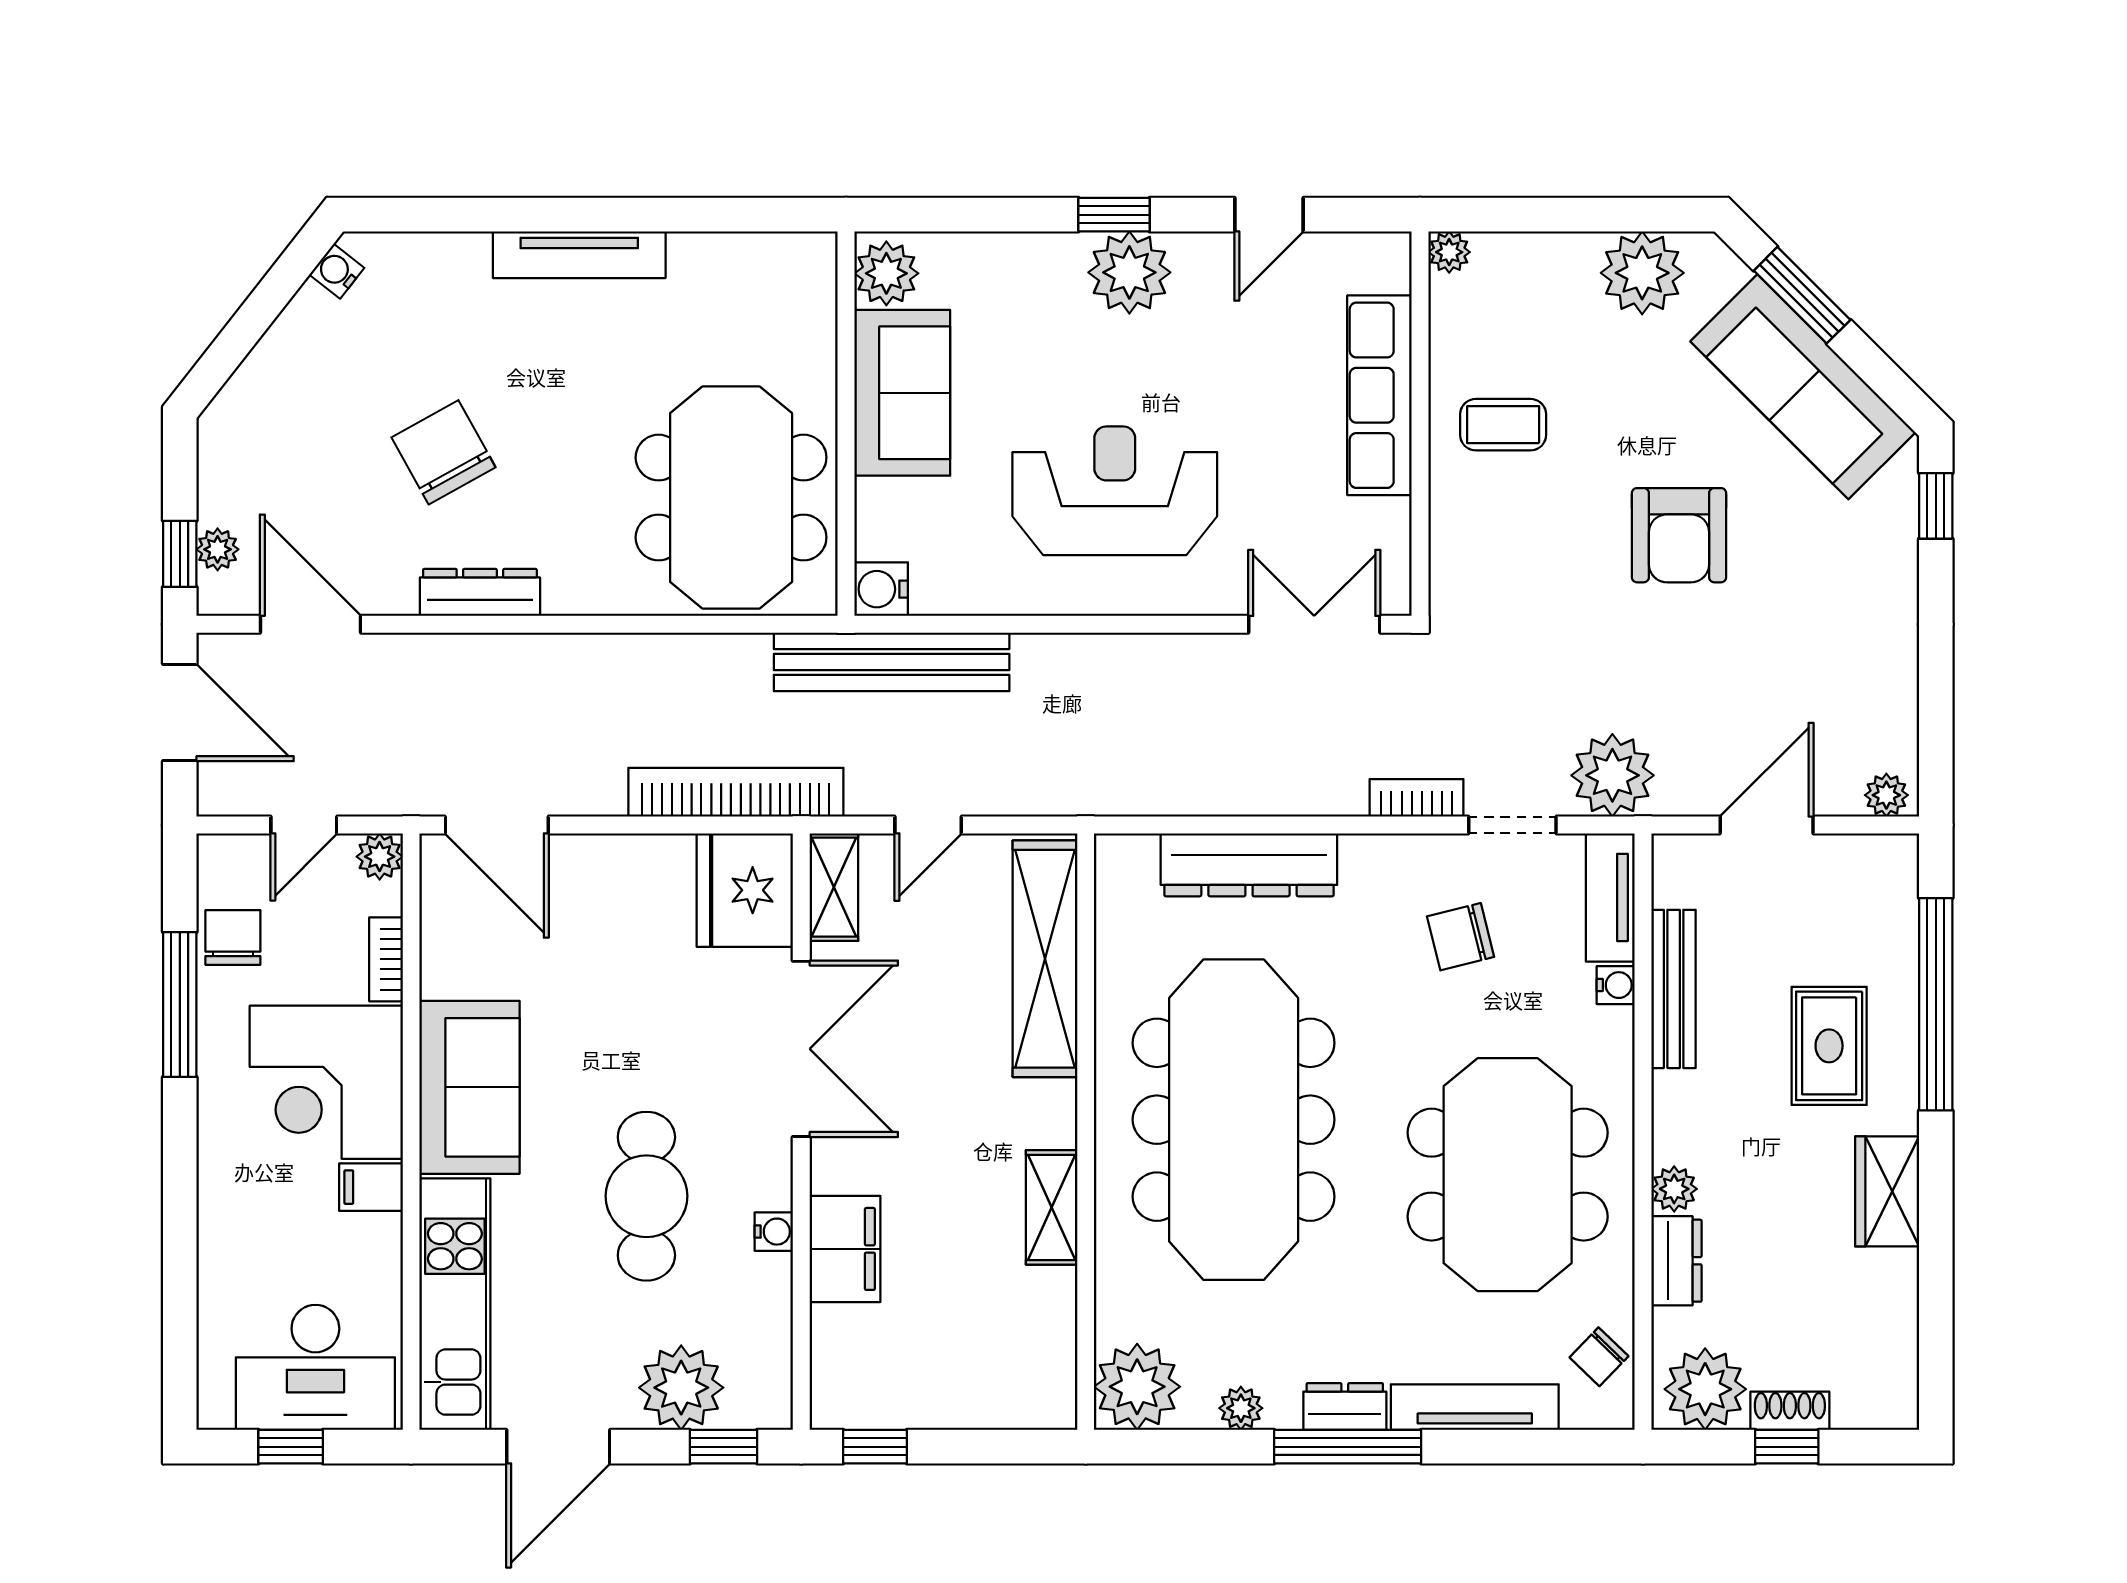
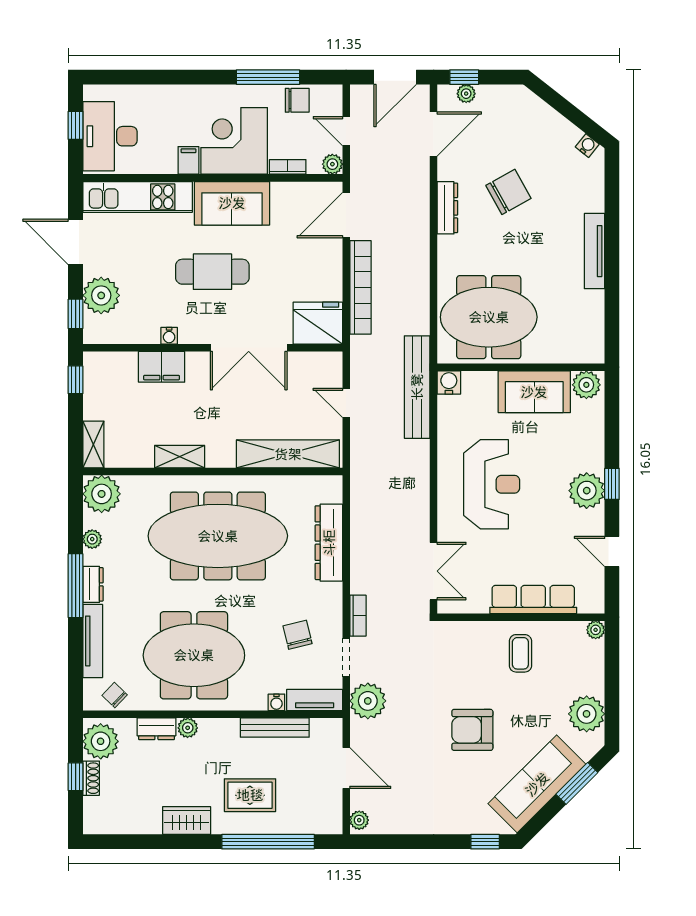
bookcase: (736, 792) -> (360, 287), moved
shelving: (834, 887) -> (93, 444), moved, turned 90
cafe table: (646, 1196) -> (212, 272), moved

